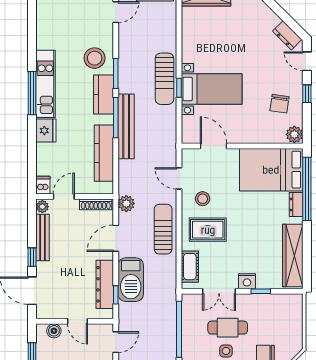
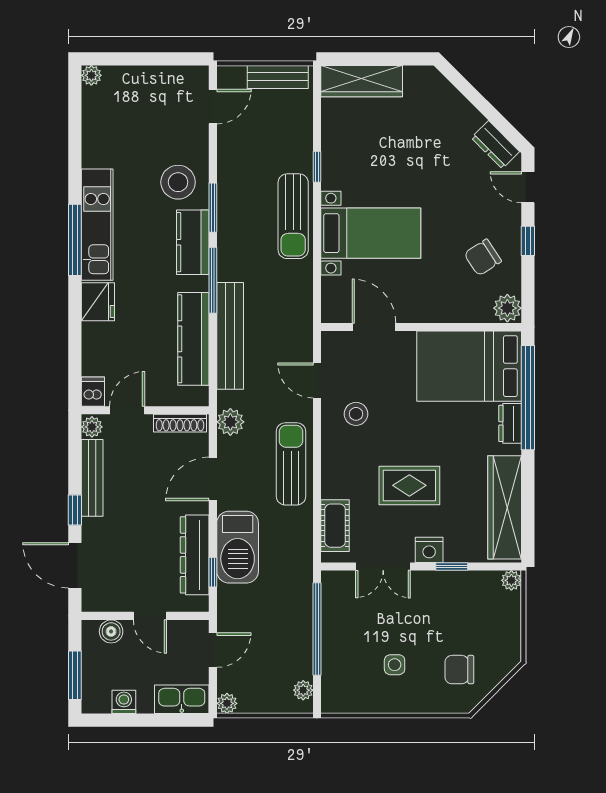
window: (179, 88) -> (317, 167), moved
chair: (280, 104) -> (483, 257), turned 49
bench: (126, 126) -> (230, 336), moved
rug: (208, 230) -> (409, 485), moved
plant: (297, 300) -> (511, 580), added
cafe table: (228, 328) -> (397, 626), removed

